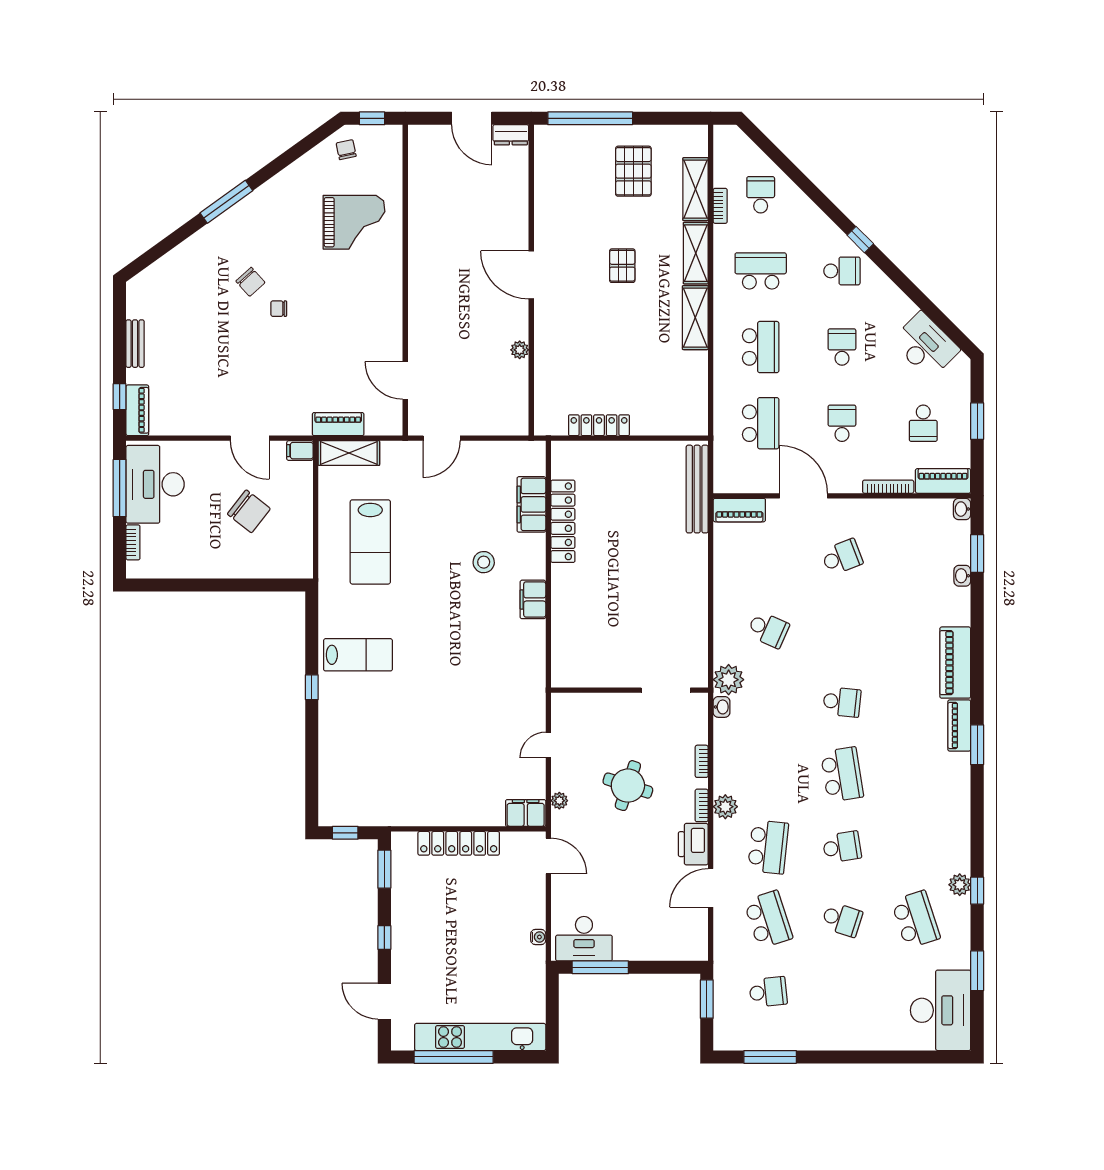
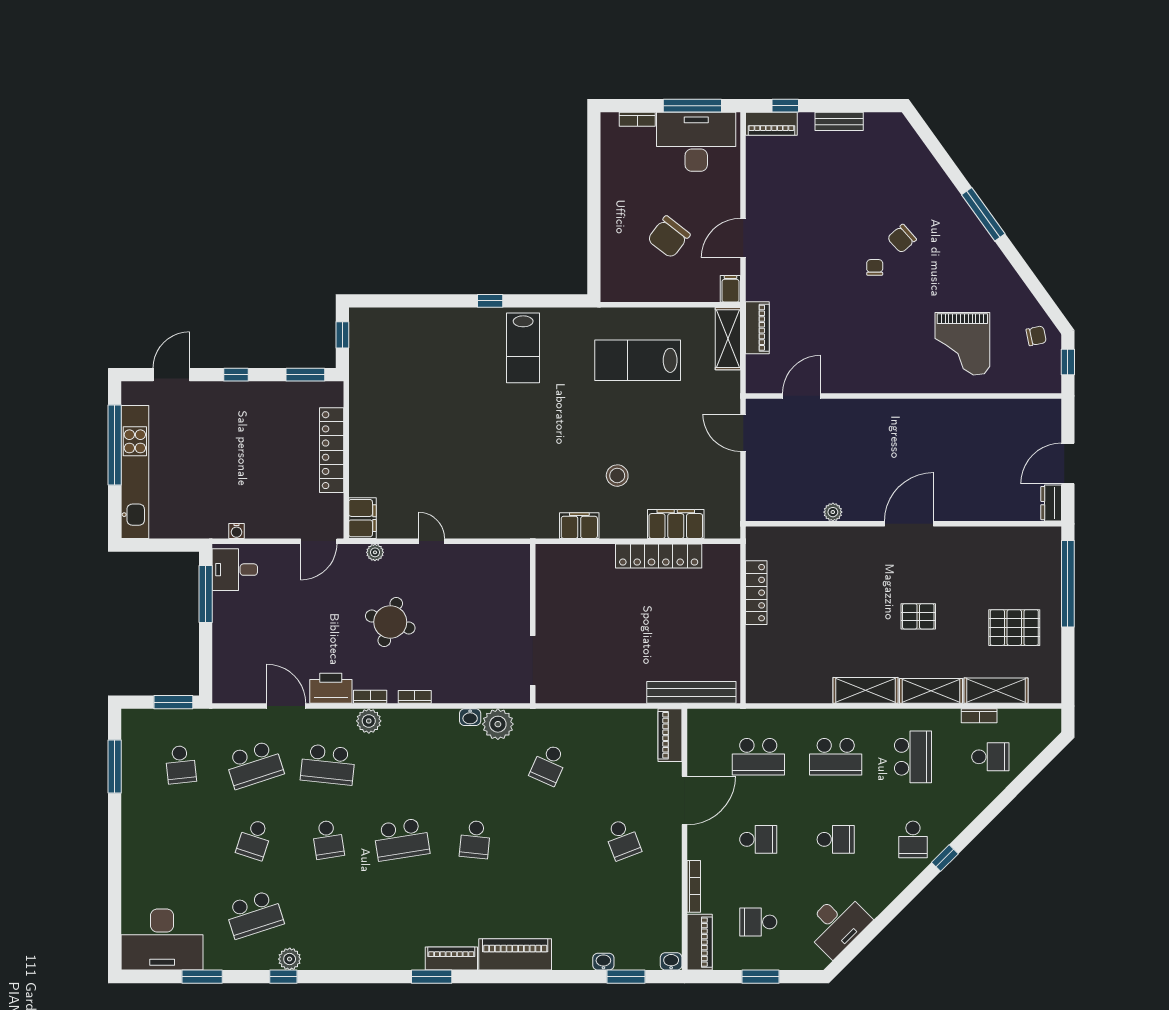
wall: (629, 690) -> (533, 624), moved
doorway: (666, 690) -> (533, 660), moved
desk: (584, 939) -> (235, 570), width x0.73

